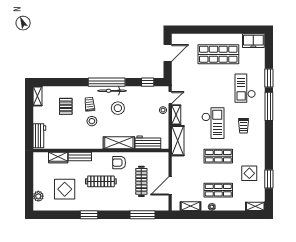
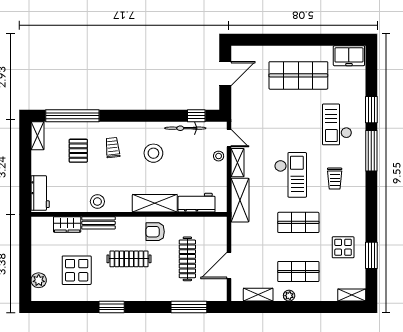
window: (107, 82) -> (72, 116), moved
bicycle: (112, 91) -> (185, 128), moved
door: (170, 98) -> (229, 138), hinge flipped
stool: (92, 121) -> (97, 202), moved

